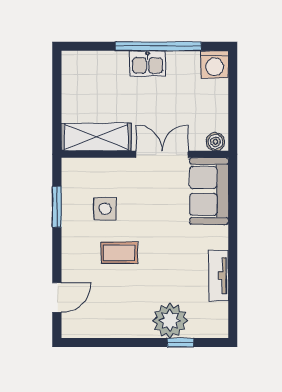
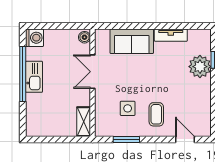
kitchen sink: (148, 64) -> (34, 77), width x1.38
shelving: (96, 137) -> (84, 122), width x0.67, depth x0.75
sofa: (209, 191) -> (132, 41), moved
coffee table: (119, 253) -> (156, 114), moved

